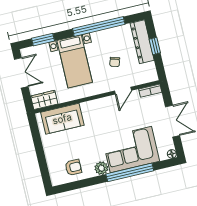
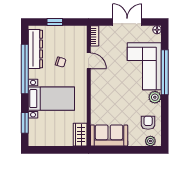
dresser: (142, 42) -> (35, 49), moved, turned -90
double door: (21, 73) -> (50, 150), removed
sofa: (62, 119) -> (109, 135), moved, turned -90
plant: (55, 174) -> (150, 141), added

